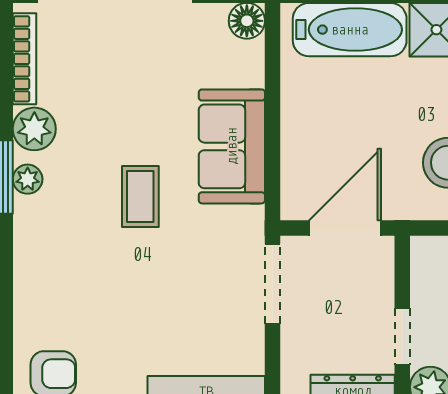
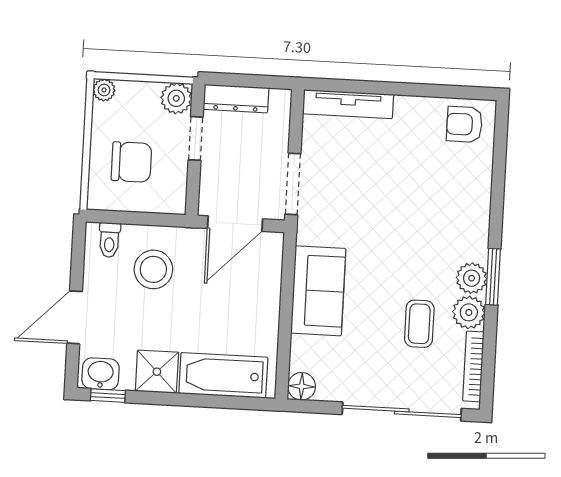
plant: (28, 179) -> (472, 278), width x1.38, depth x1.38
coffee table: (140, 196) -> (419, 324), moved

